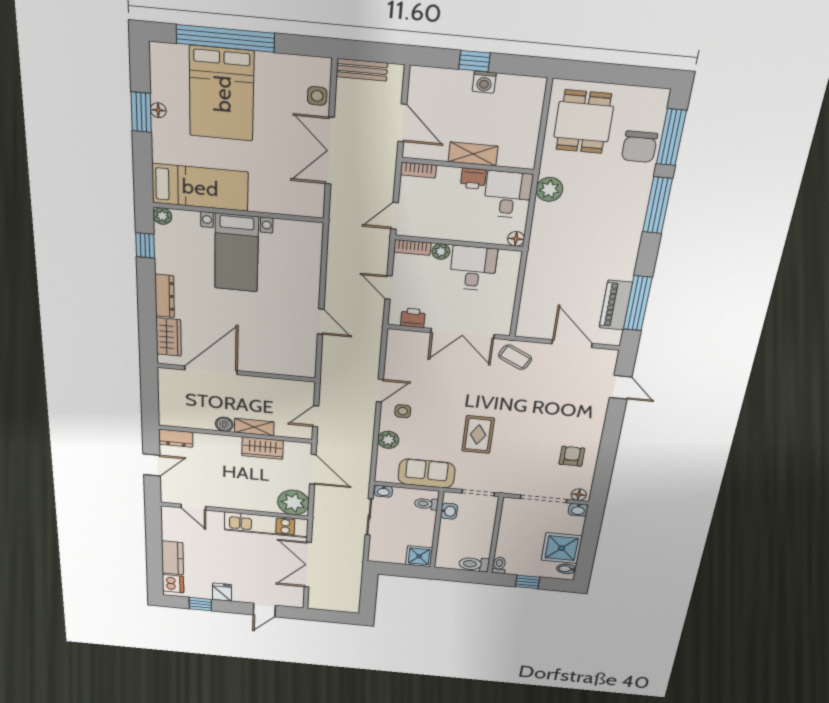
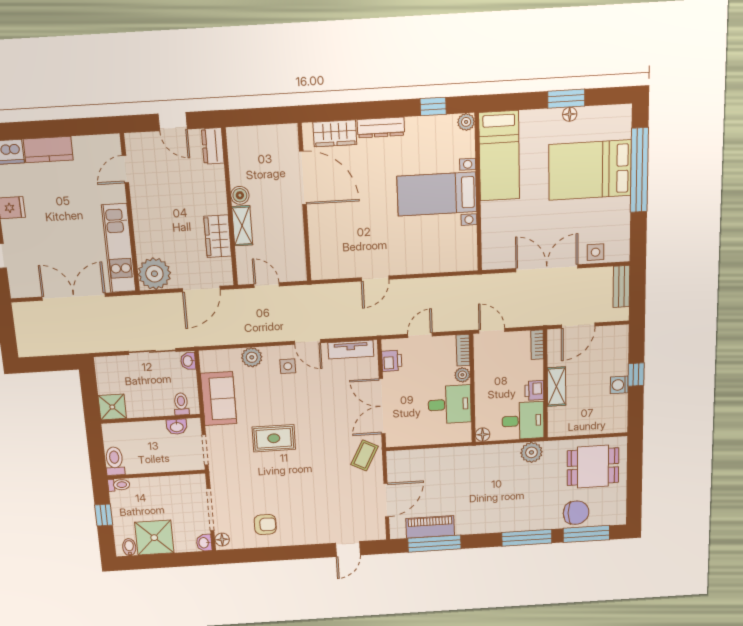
chair: (639, 147) -> (576, 513), turned 180
tv unit: (394, 354) -> (351, 350), added

